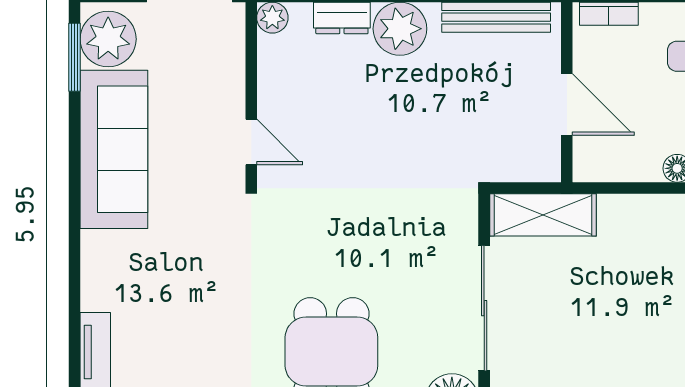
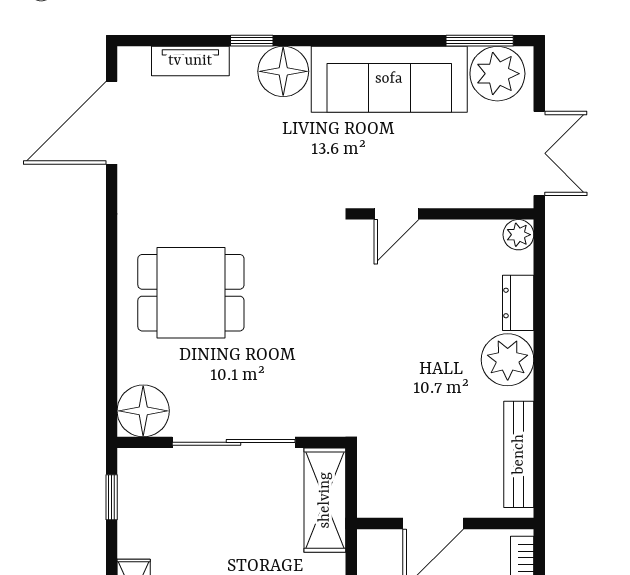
floor lamp: (106, 257) -> (283, 71), added
window: (75, 289) -> (252, 41), added

